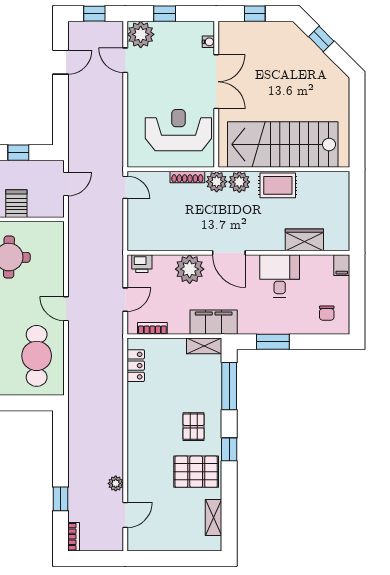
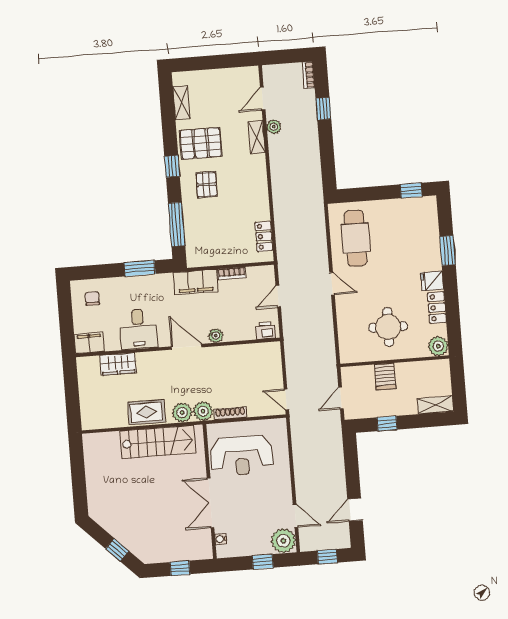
stairs: (283, 144) -> (158, 442), width x0.73, depth x0.66
filing cabinet: (342, 265) -> (89, 343), width x2.00
plant: (190, 269) -> (216, 336), width x0.53, depth x0.53
bookcase: (152, 328) -> (232, 273), moved
shelving: (204, 346) -> (257, 137), moved, turned 90

